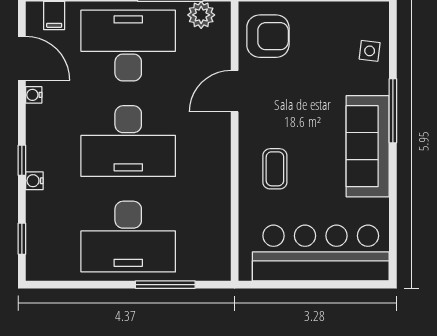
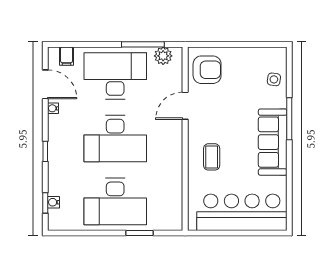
water cooler: (34, 181) -> (54, 202), moved
window: (165, 285) -> (140, 233), width x0.69

